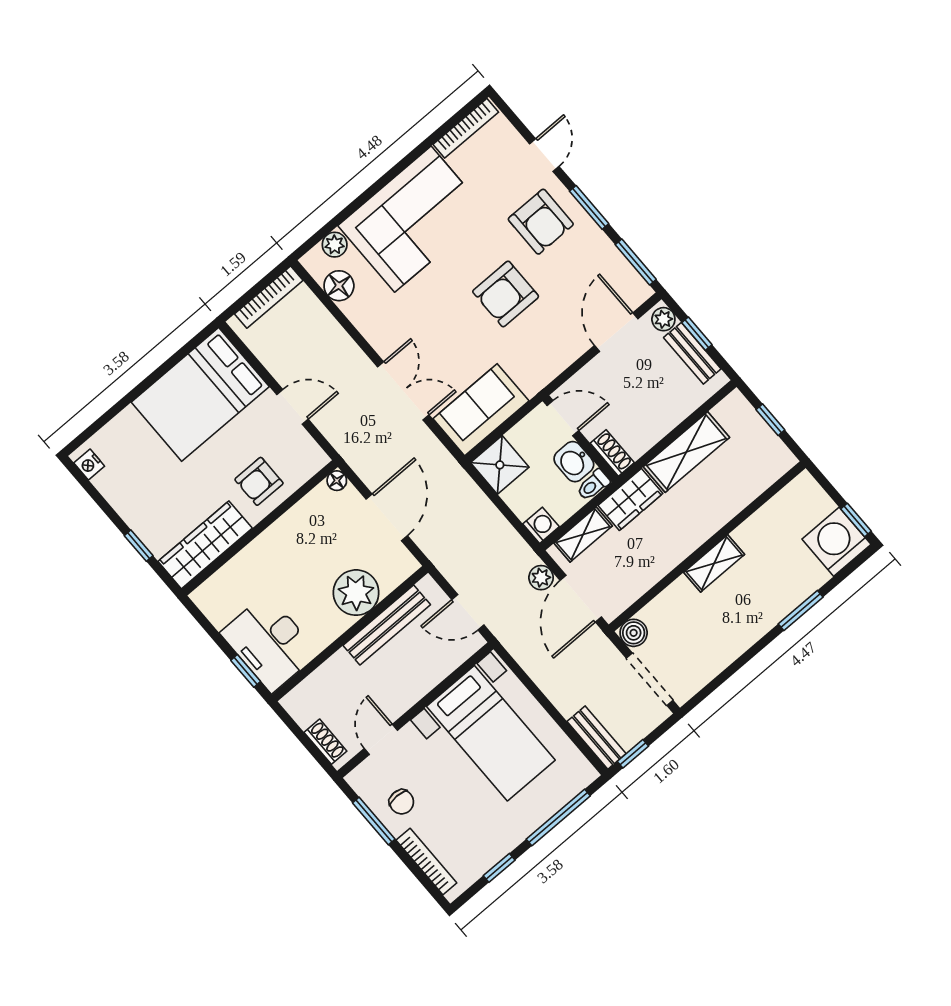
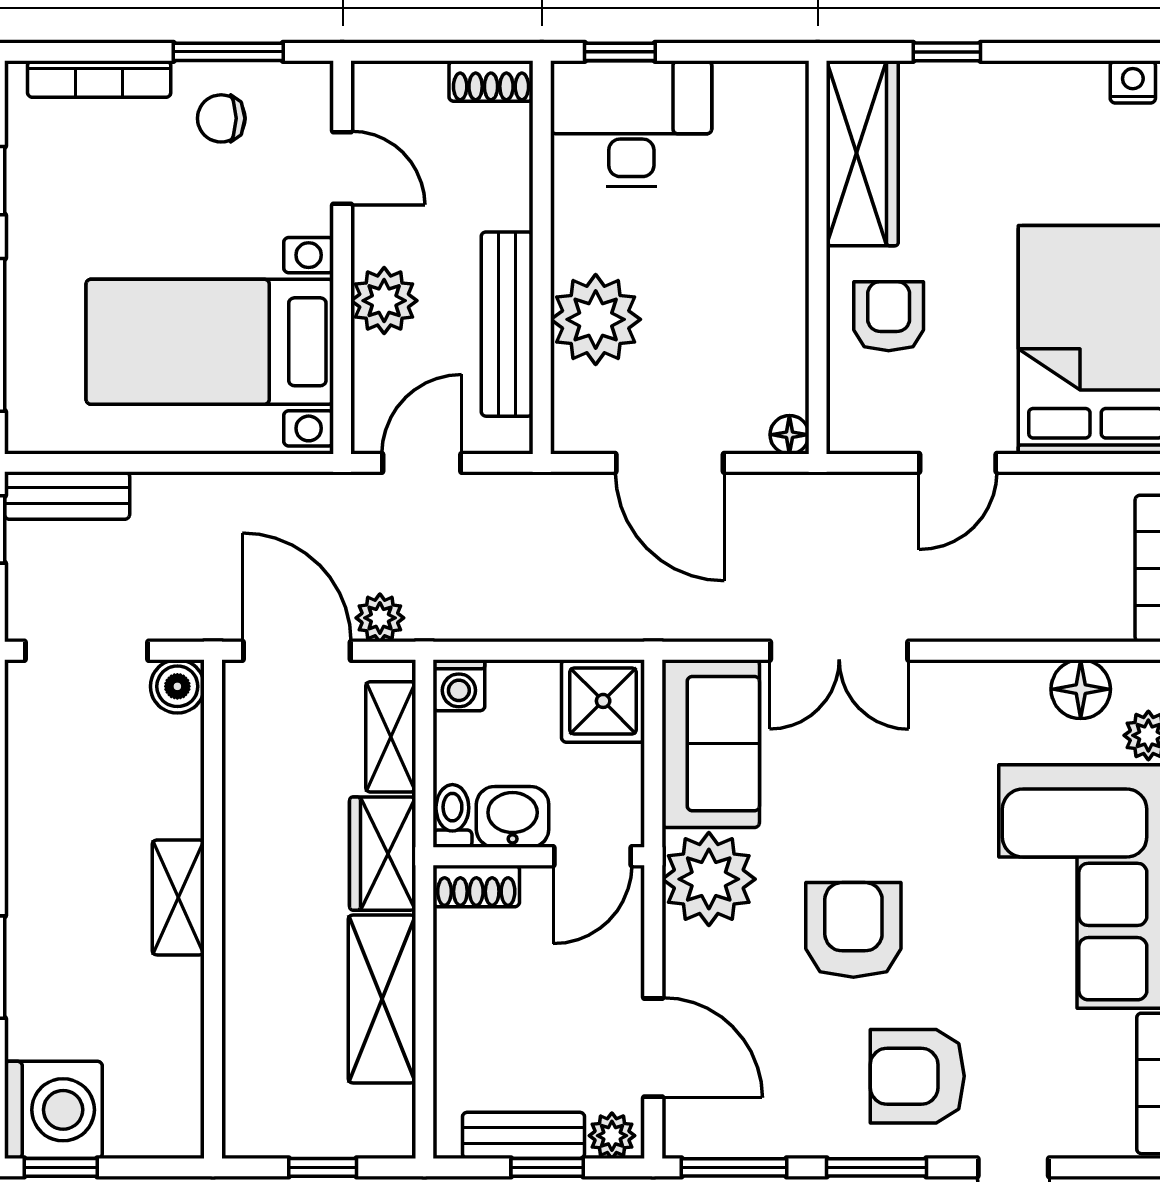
plant: (533, 366) -> (709, 879), added
plant: (418, 680) -> (384, 301), added
shoe rack: (325, 742) -> (491, 81), moved

